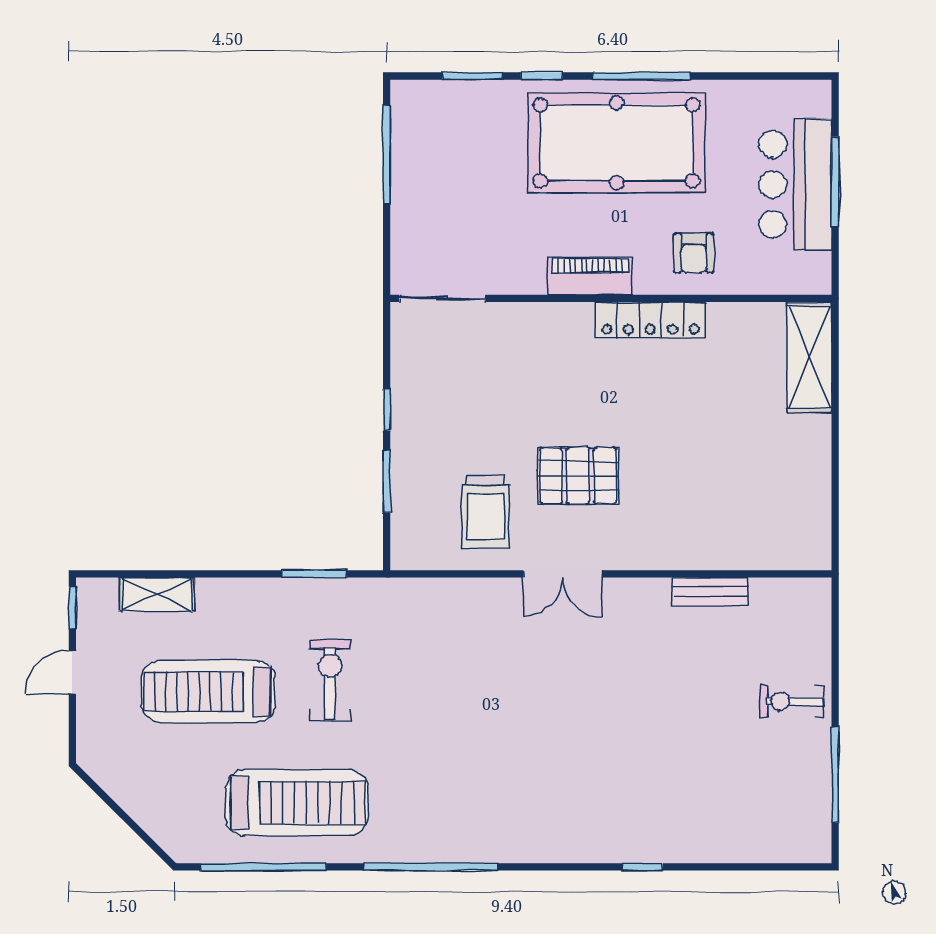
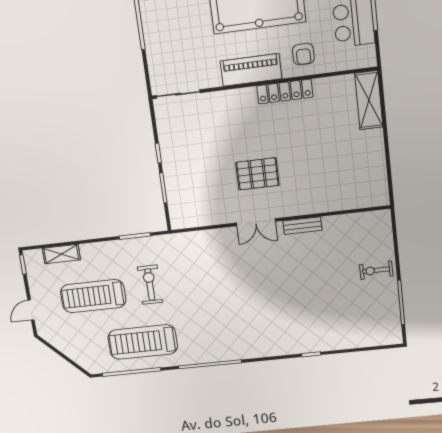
piano: (590, 276) -> (251, 70), width x1.37, depth x1.33
trolley: (486, 511) -> (214, 197), removed
bench: (710, 592) -> (302, 226), moved
door: (72, 672) -> (31, 310), moved
treadmill: (297, 803) -> (143, 342), turned 180

